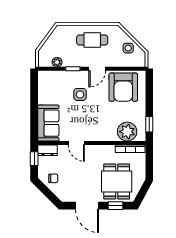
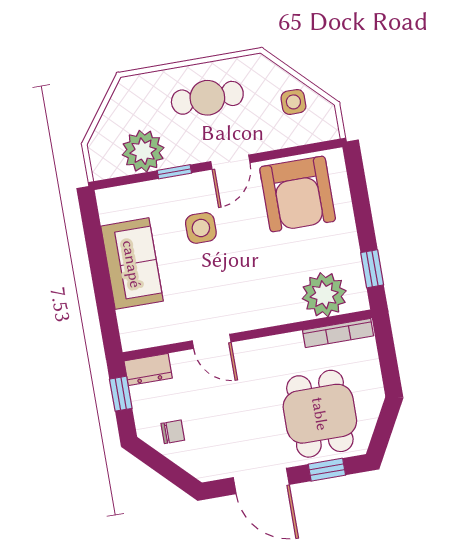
plant: (57, 62) -> (143, 151), width x1.88, depth x1.88
sofa: (48, 123) -> (132, 264), moved

